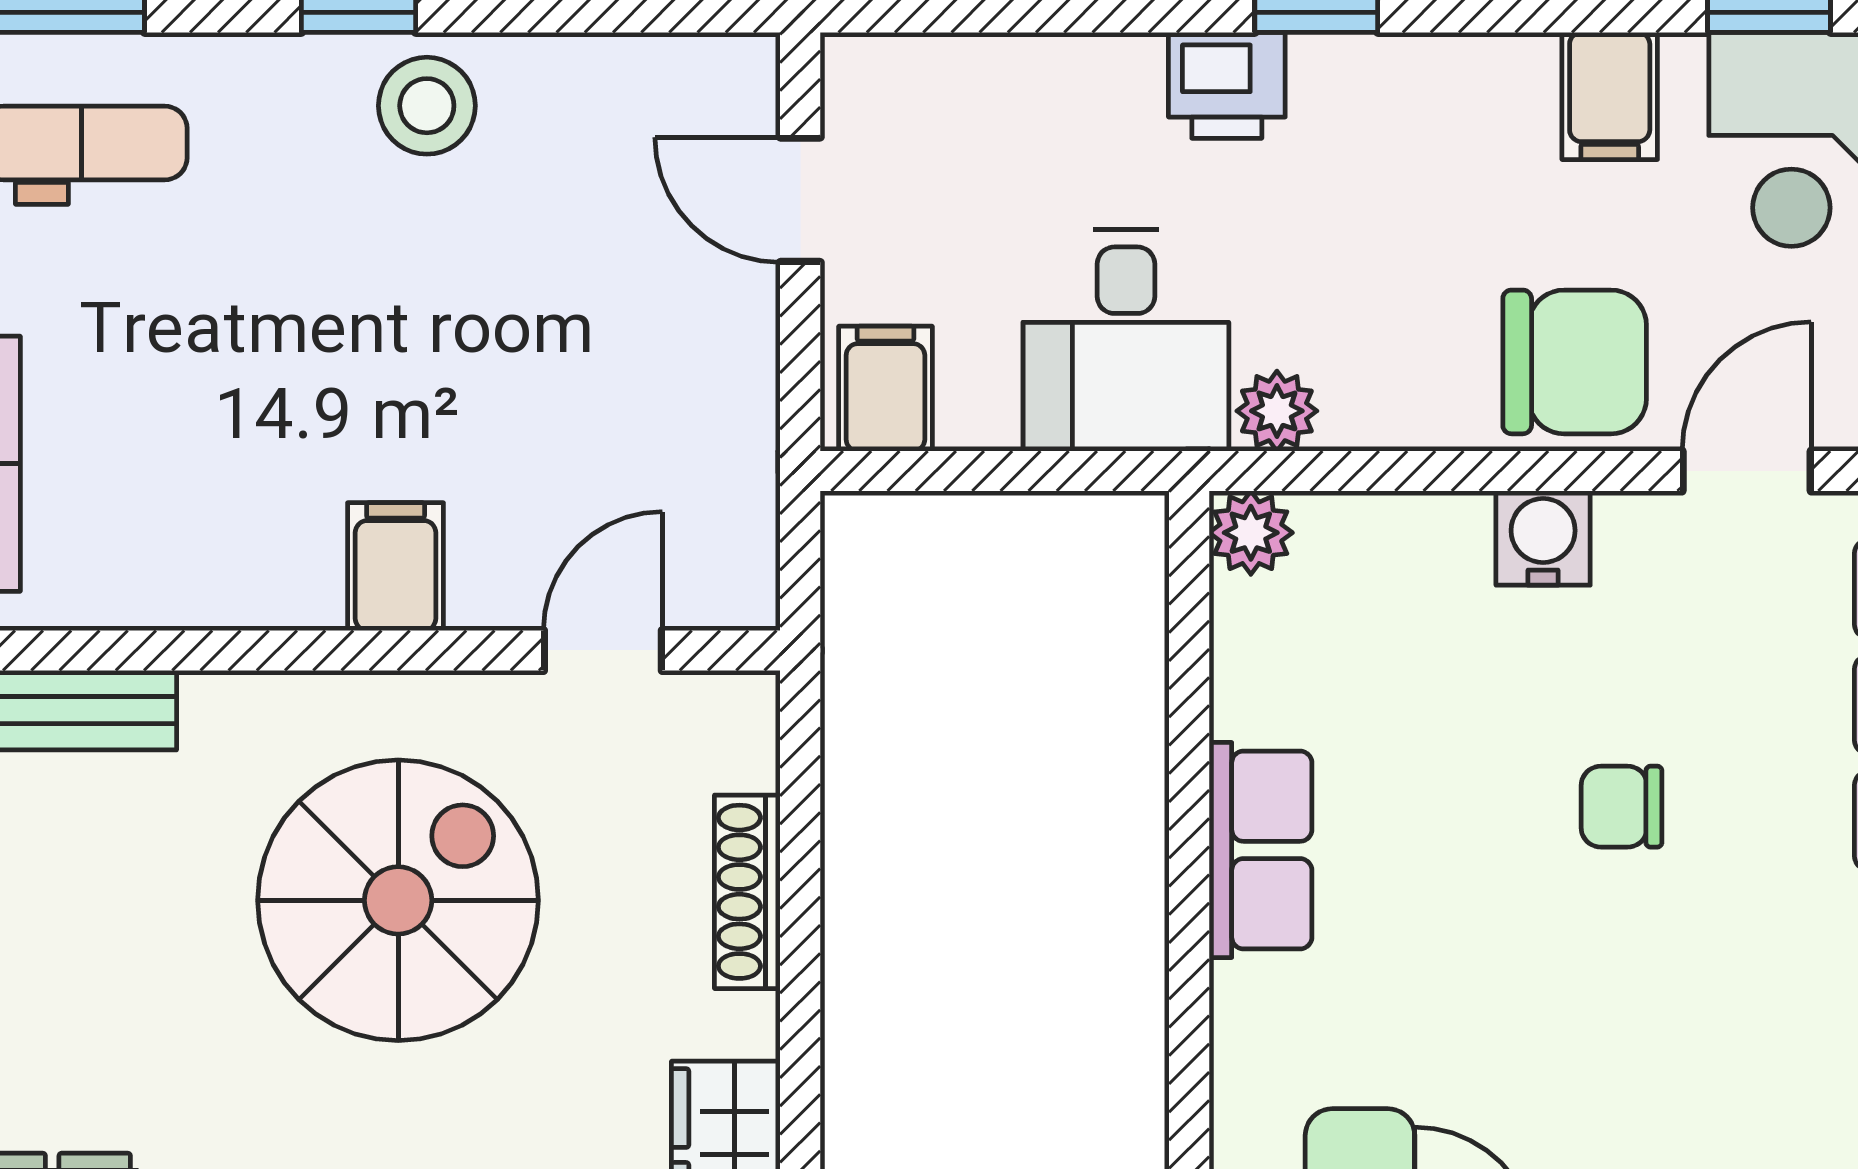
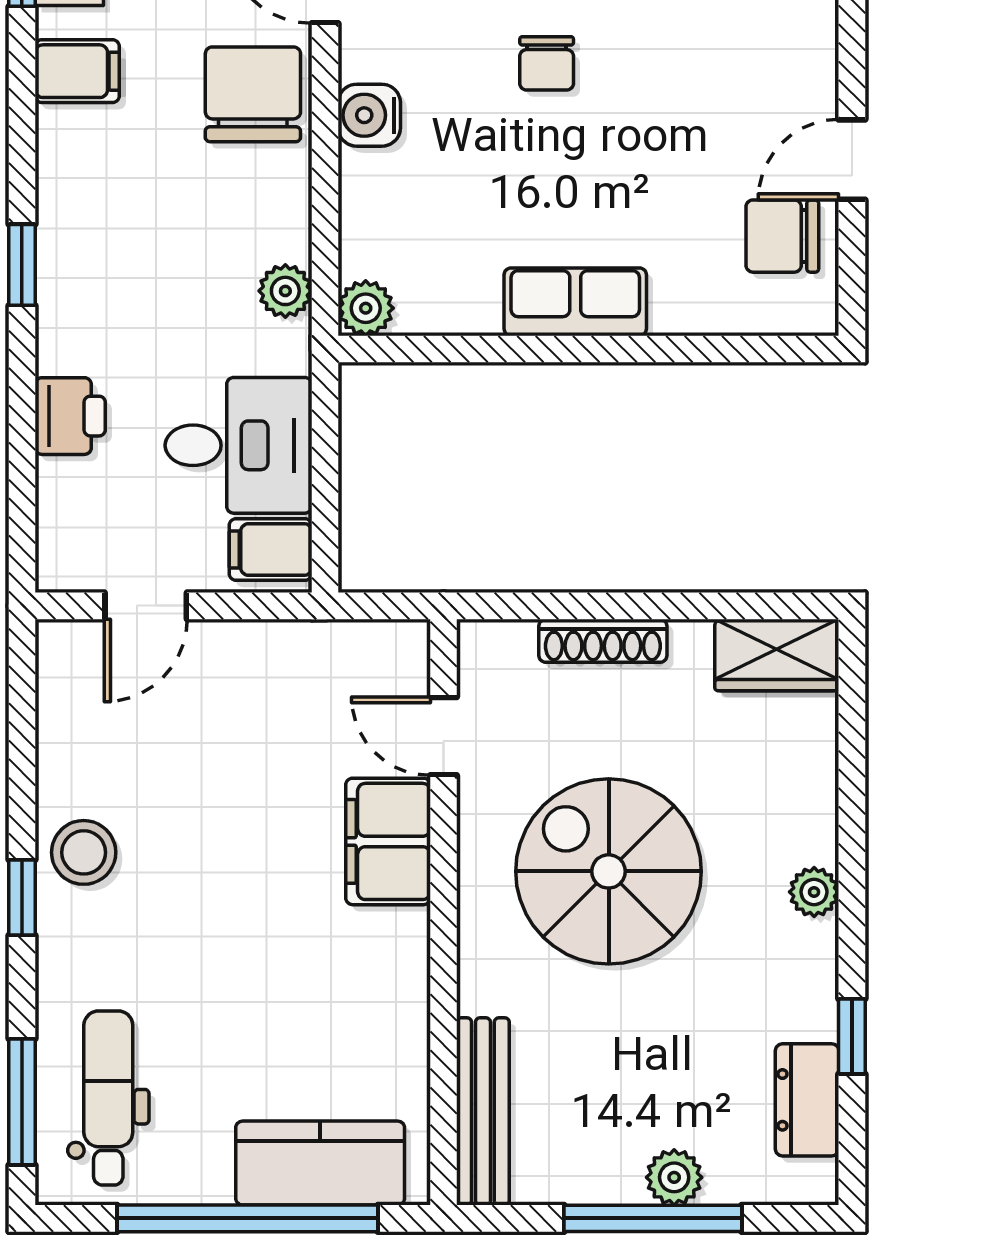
printer: (1227, 85) -> (70, 416), moved
desk: (1126, 340) -> (238, 445), moved
filing cabinet: (396, 567) -> (388, 841), width x2.00

